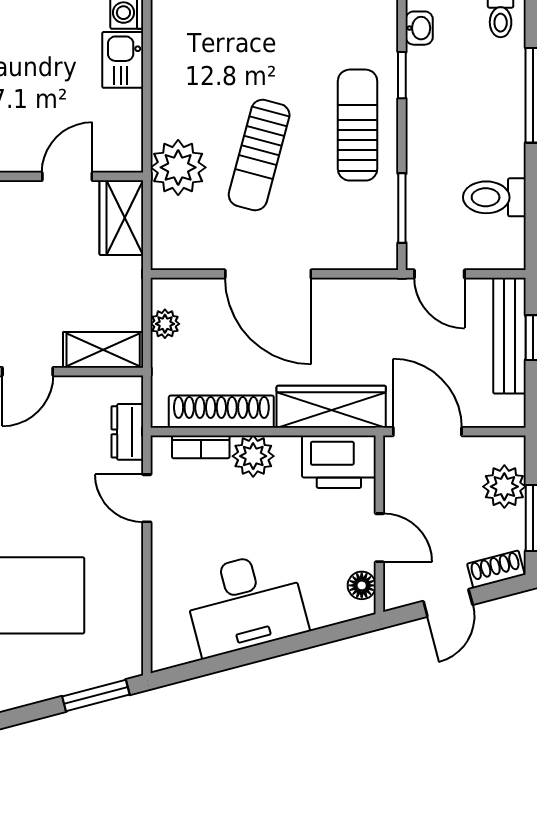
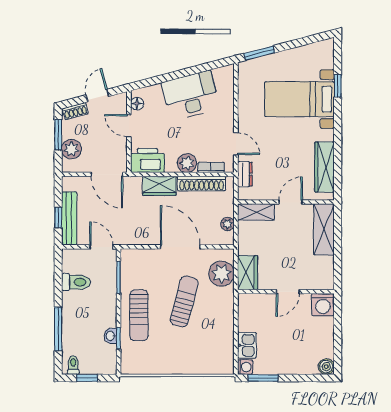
washbasin: (419, 28) -> (111, 336), moved
plant: (178, 167) -> (221, 274), moved
door: (67, 176) -> (288, 292), moved
wardrobe: (331, 407) -> (159, 186), width x0.67

